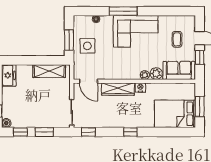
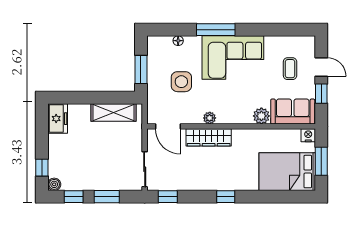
side table: (87, 46) -> (181, 82), moved
plant: (145, 75) -> (210, 118), moved
nightstand: (140, 88) -> (308, 135), moved

